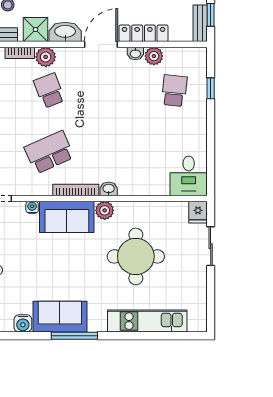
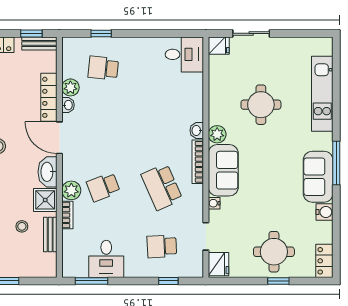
round table: (136, 256) -> (261, 105), width x0.73, depth x0.73

